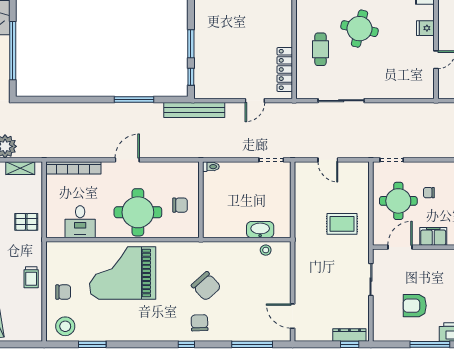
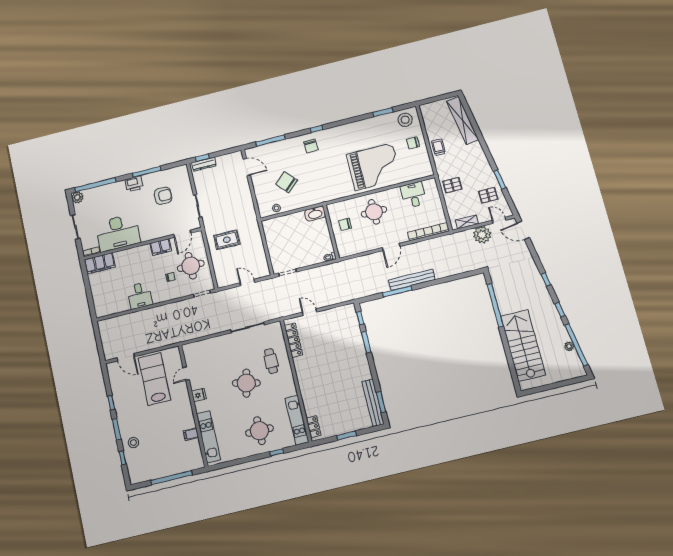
door: (255, 101) -> (310, 312), hinge flipped
bench: (194, 110) -> (412, 280), moved
round table: (138, 212) -> (374, 212), width x0.73, depth x0.73
washbasin: (260, 230) -> (315, 214), moved
chair: (206, 286) -> (286, 182), moved

